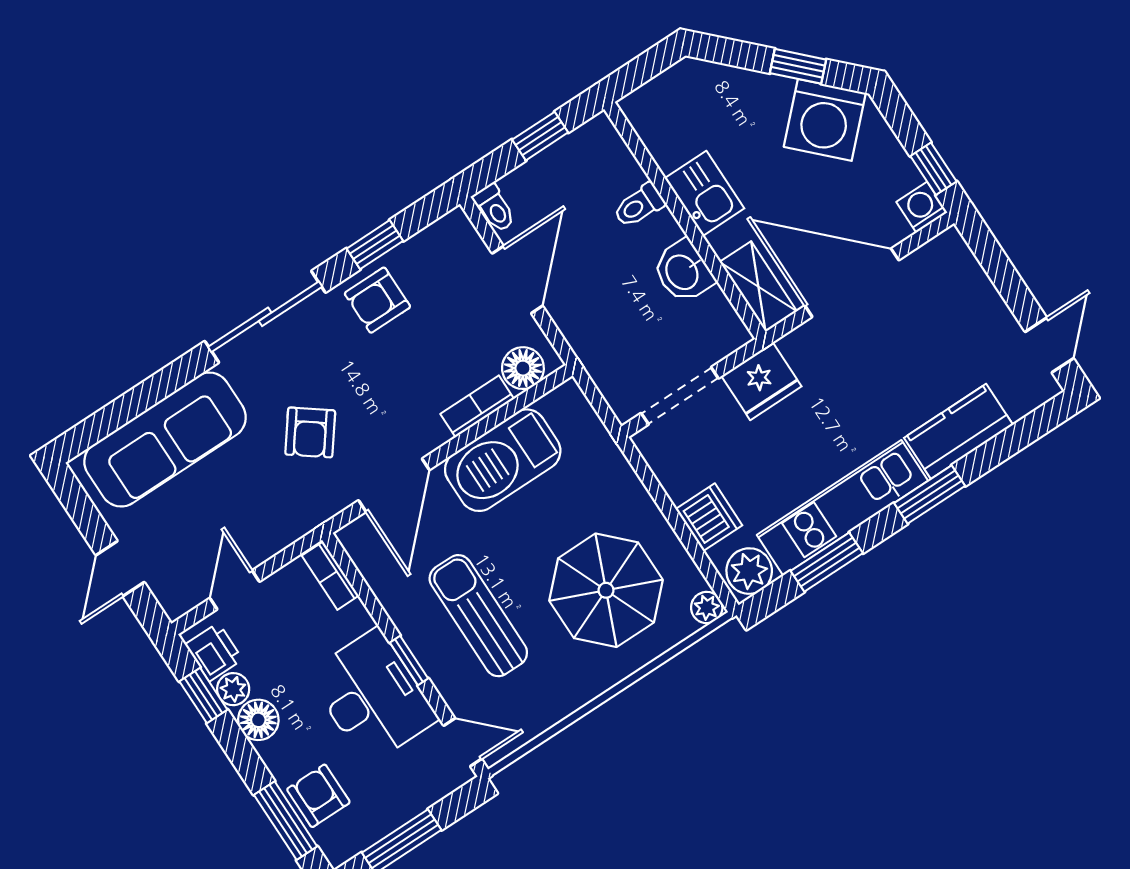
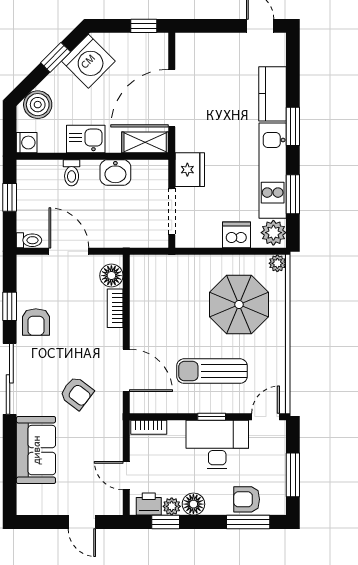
boiler: (709, 86) -> (38, 105), added
washing machine: (922, 207) -> (27, 143), moved, turned 180
sofa: (165, 440) -> (36, 450), width x0.73
barbecue: (503, 460) -> (148, 313), removed

